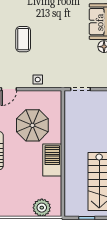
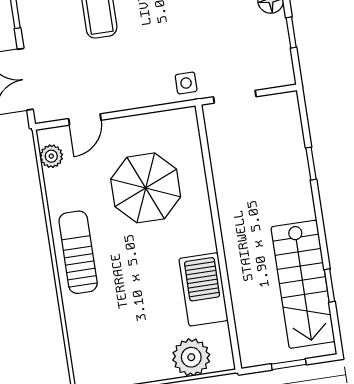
side table: (38, 80) -> (186, 83), moved
barbecue: (52, 160) -> (204, 289), moved

